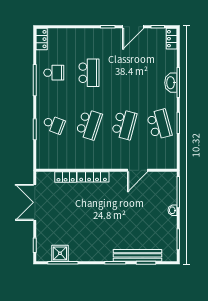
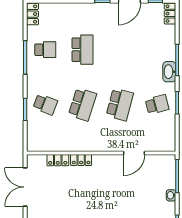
washbasin: (171, 83) -> (169, 72), moved
school desk: (159, 124) -> (157, 104), width x0.54
locker: (93, 177) -> (81, 160), width x0.66

